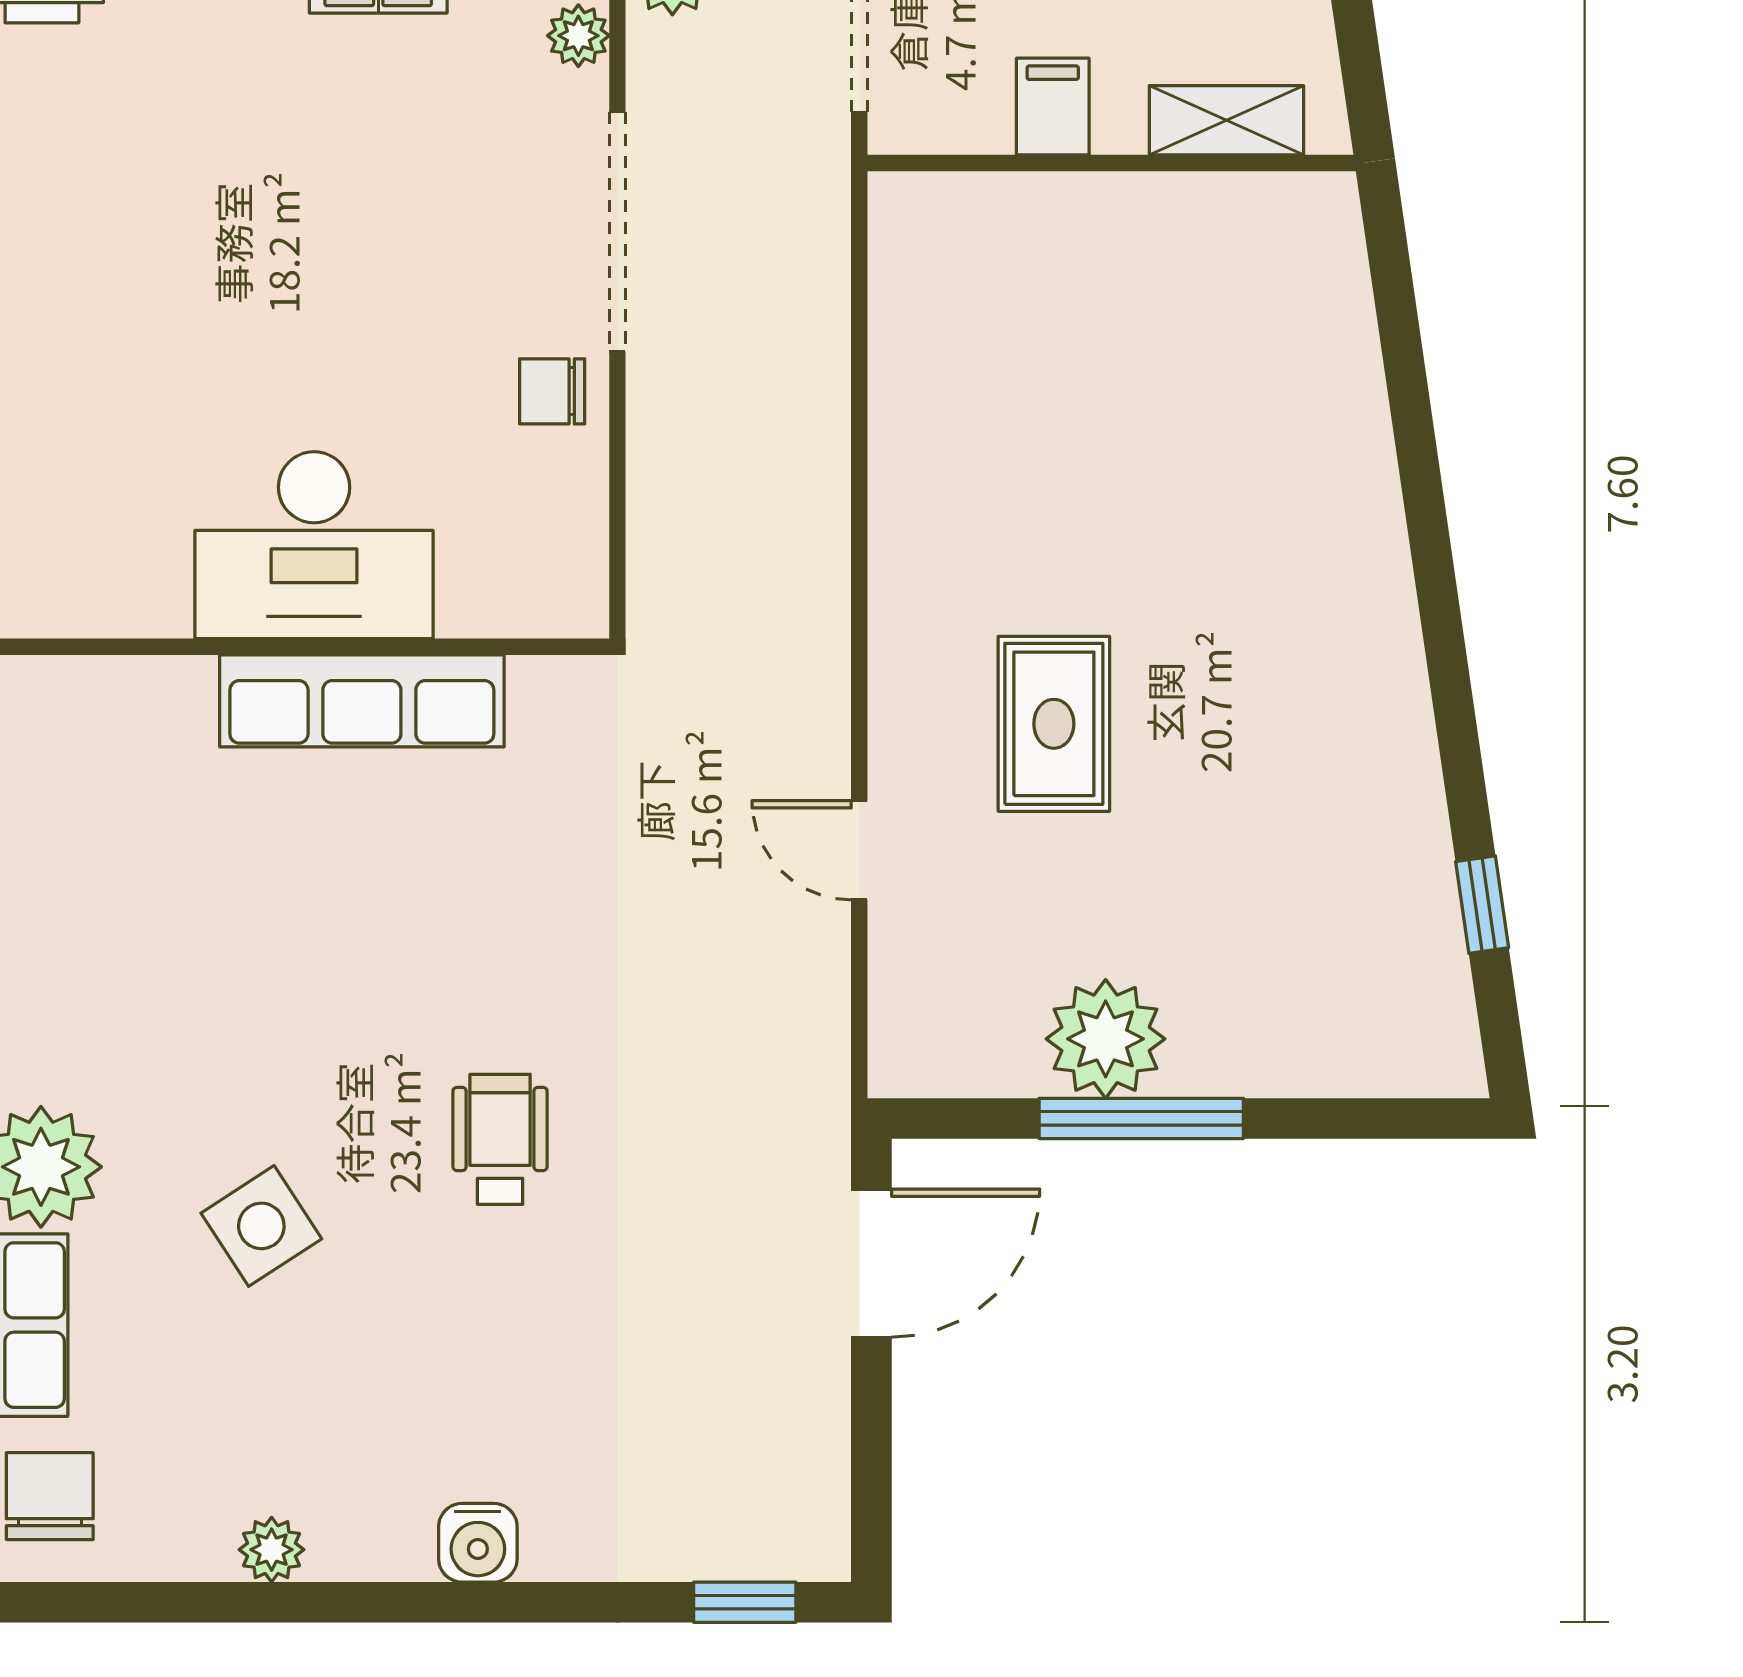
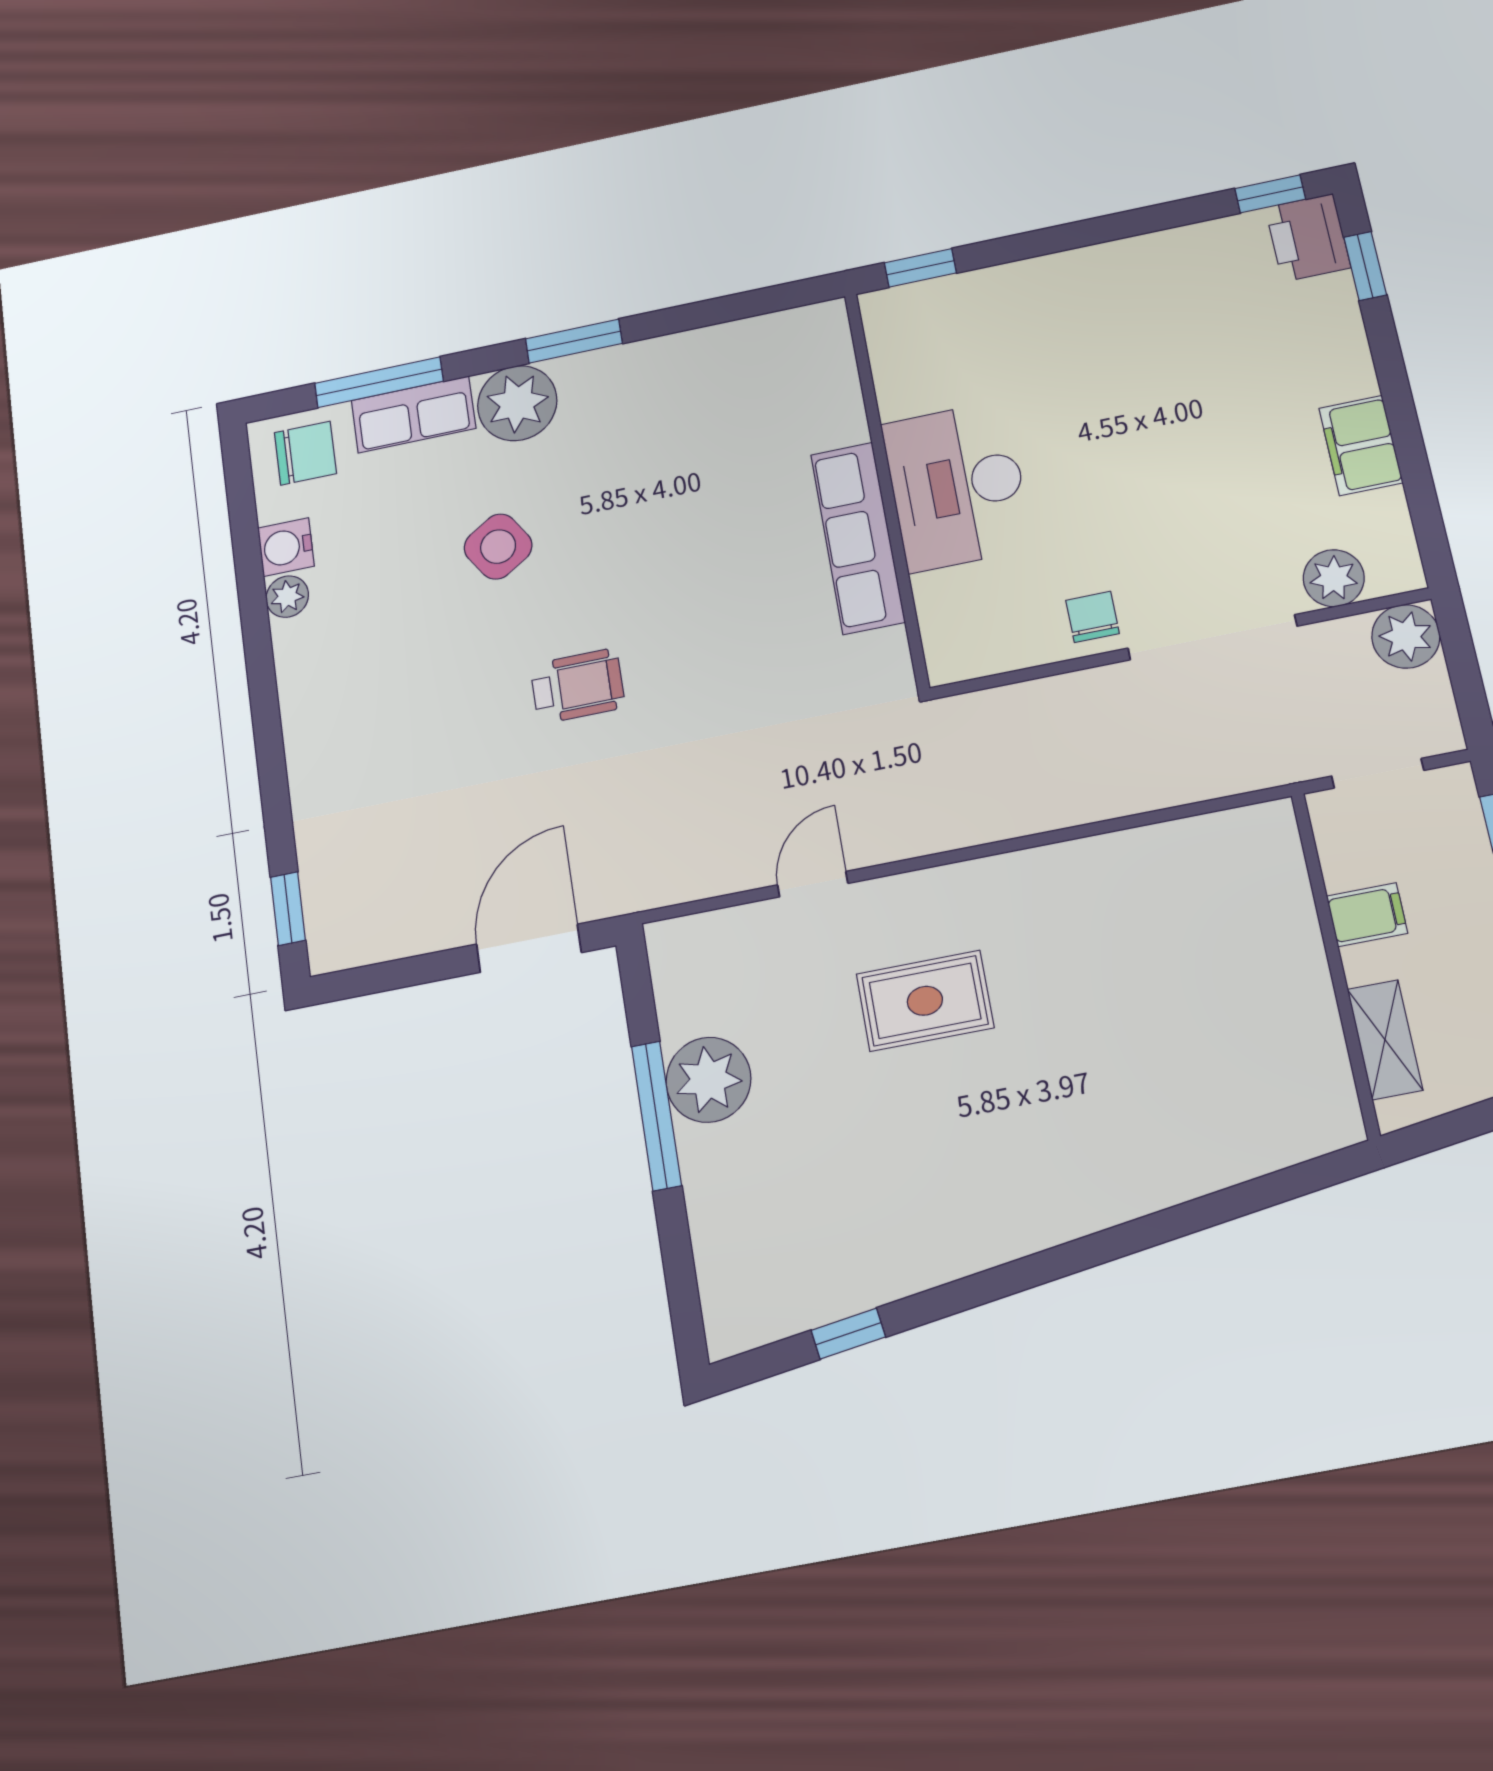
plant: (578, 36) -> (1334, 578), width x1.38, depth x1.38
door: (871, 1263) -> (529, 948), swing flipped
water cooler: (478, 1543) -> (286, 547), moved

